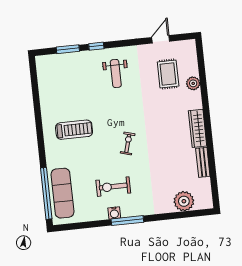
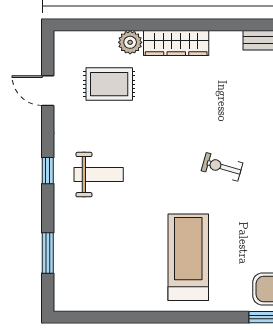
window: (96, 46) -> (48, 171), moved
wardrobe: (198, 128) -> (176, 43), moved
treadmill: (74, 130) -> (188, 257), width x1.37, depth x1.38

